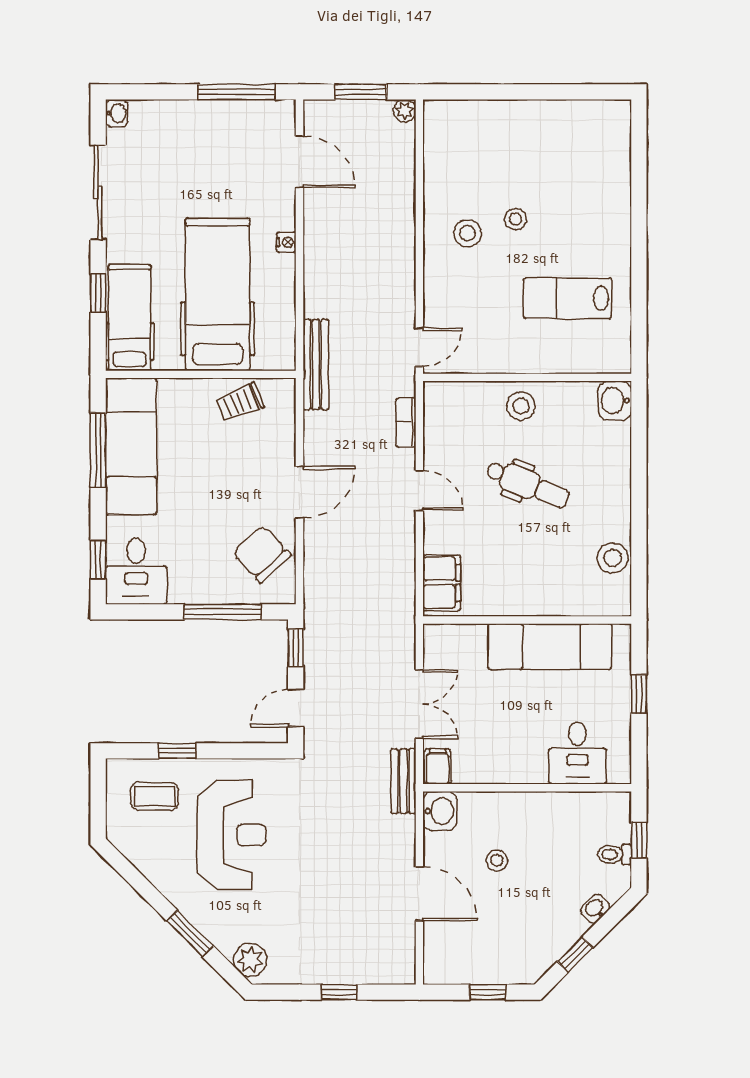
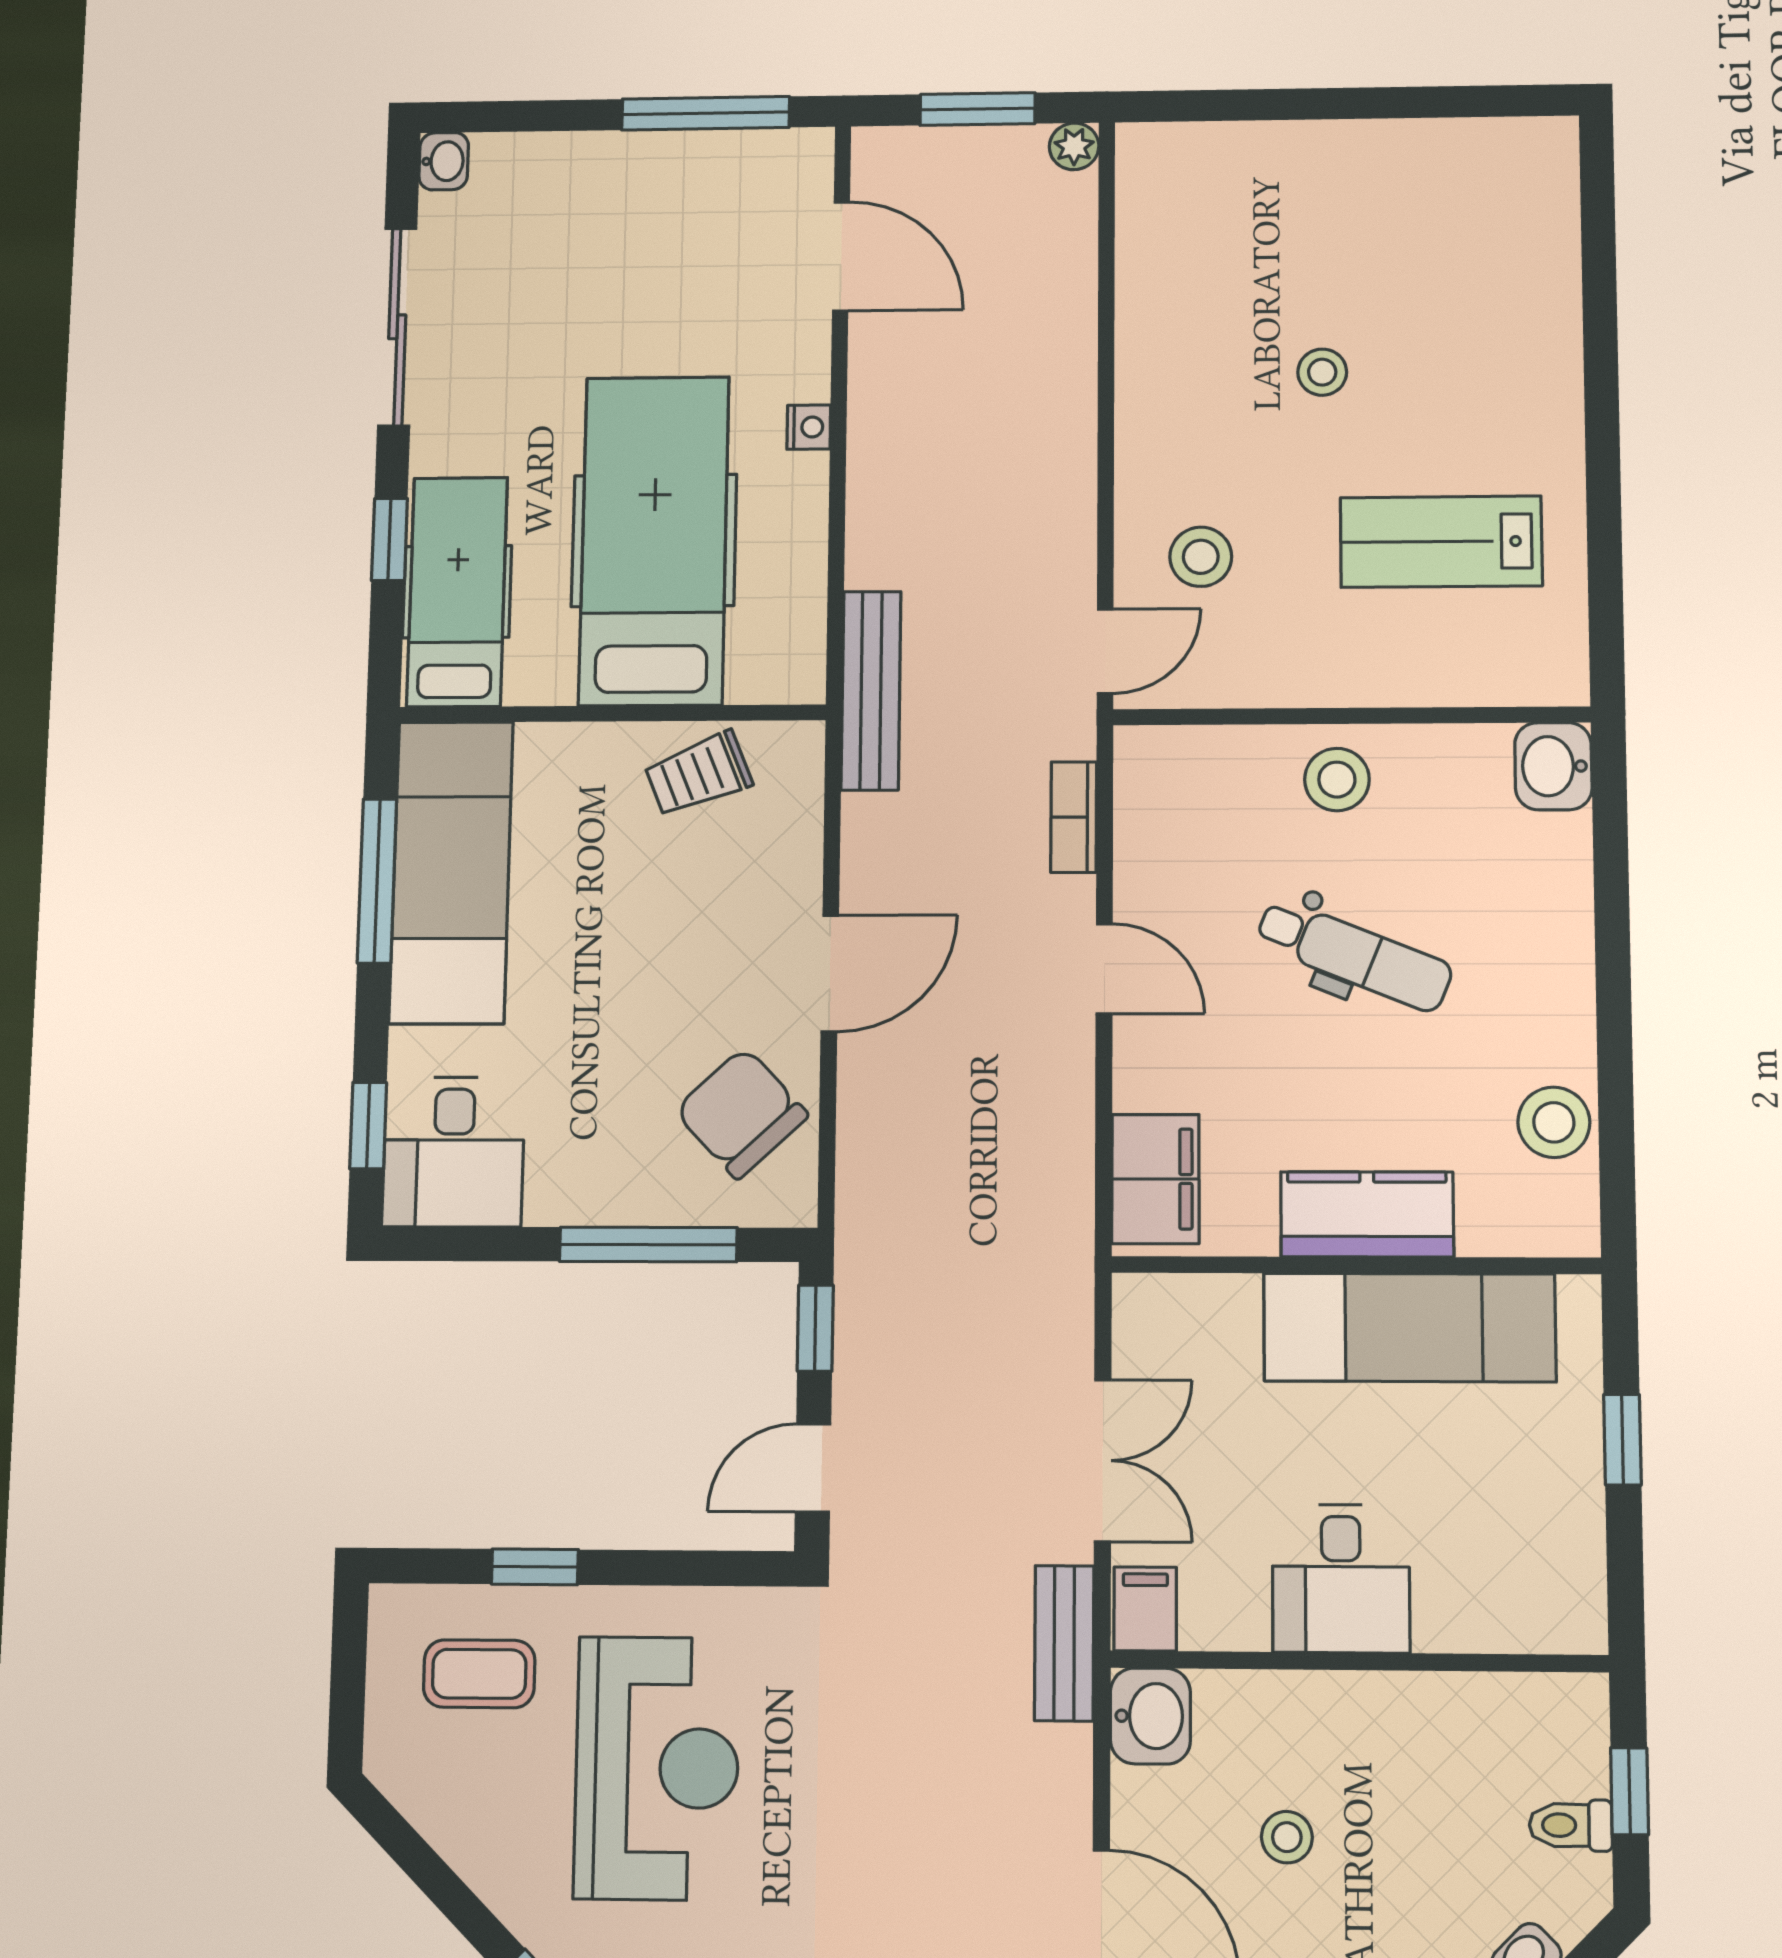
stool: (468, 233) -> (1201, 557), moved
kitchen counter: (532, 598) -> (1367, 1214), added
desk: (578, 753) -> (1341, 1579), moved

